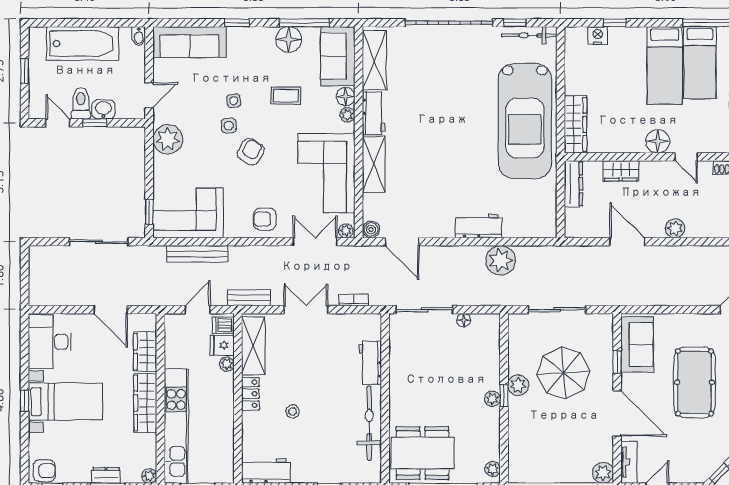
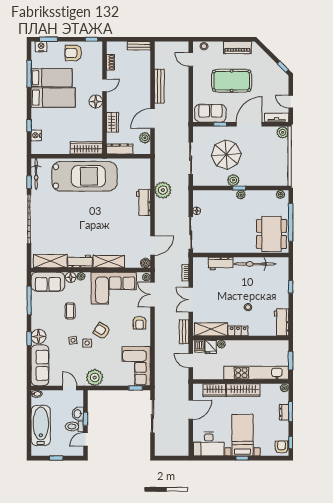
floor lamp: (289, 40) -> (39, 337), moved
plant: (675, 228) -> (145, 138), moved
bench: (197, 254) -> (159, 86), moved

